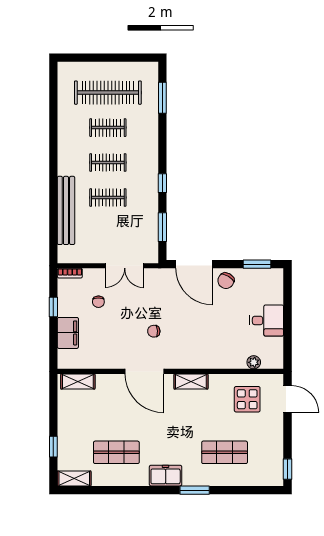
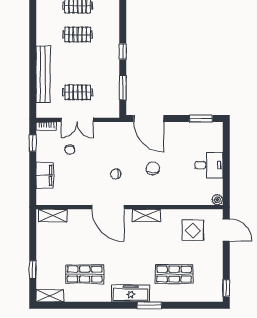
clothes rail: (108, 197) -> (78, 92), moved
double door: (125, 266) -> (77, 120), moved
chair: (226, 281) -> (153, 168), moved, turned 149
window: (53, 307) -> (33, 143), moved
plant: (254, 362) -> (217, 200), moved
freezer: (166, 476) -> (131, 293), width x1.40

